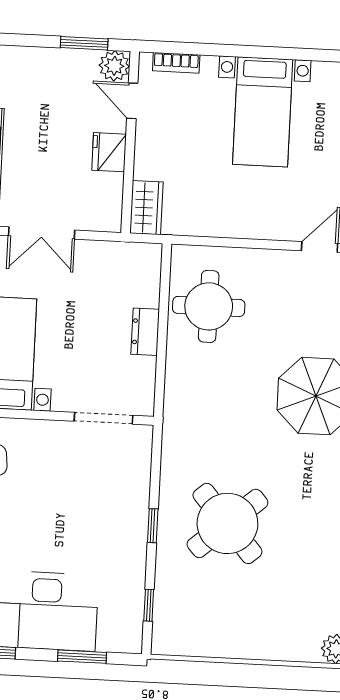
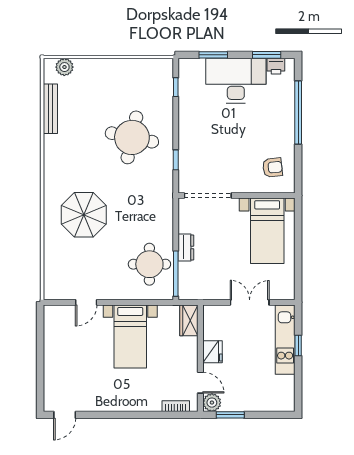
bed with nightstands: (263, 112) -> (130, 336), moved, turned 180
window: (165, 288) -> (176, 274), added
doorway: (104, 418) -> (208, 195), width x1.36
round table: (227, 523) -> (132, 137), turned -37
window: (153, 526) -> (176, 160), moved

